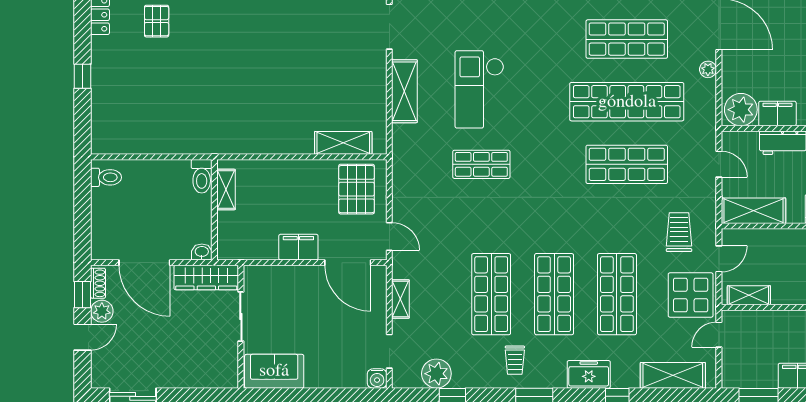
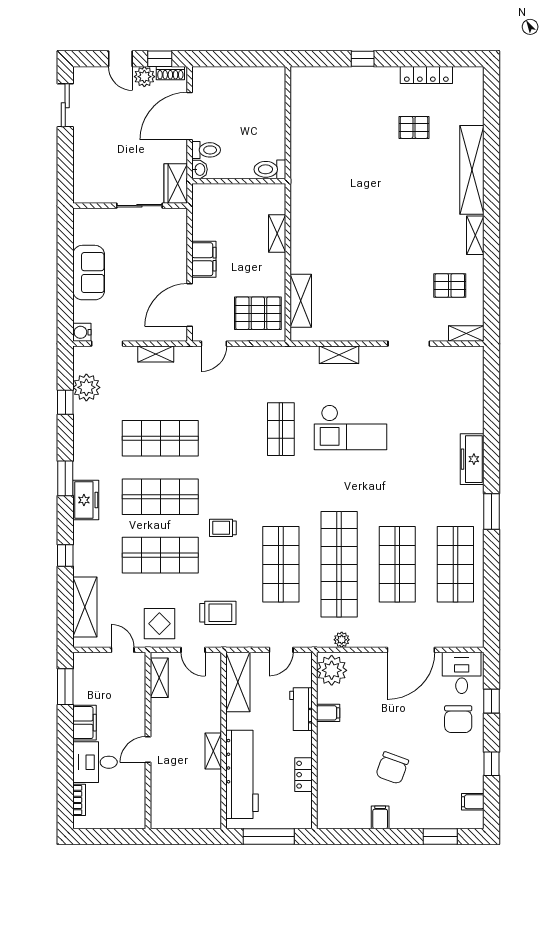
plant: (708, 69) -> (342, 640), moved
checkout: (479, 89) -> (351, 427), turned 180
shelving: (404, 91) -> (339, 355), width x0.67, depth x0.75
filing cabinet: (777, 113) -> (328, 713), width x0.50
toilet: (106, 177) -> (206, 150), moved, turned -90
shelving: (226, 190) -> (277, 233), moved, turned 90
wardrobe: (206, 277) -> (176, 184), width x0.67
display table: (691, 295) -> (159, 624), width x0.73, depth x0.73
trolley: (515, 360) -> (223, 528), moved
sofa: (274, 371) -> (89, 273), moved
freezer: (589, 374) -> (86, 500), moved

